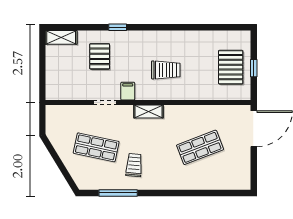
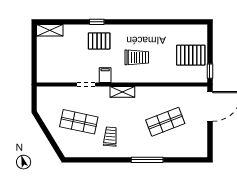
pallet: (100, 56) -> (99, 41), moved, turned 90
pallet: (231, 67) -> (191, 55), turned 90
window: (254, 68) -> (210, 71), moved
window: (118, 193) -> (147, 160), moved

